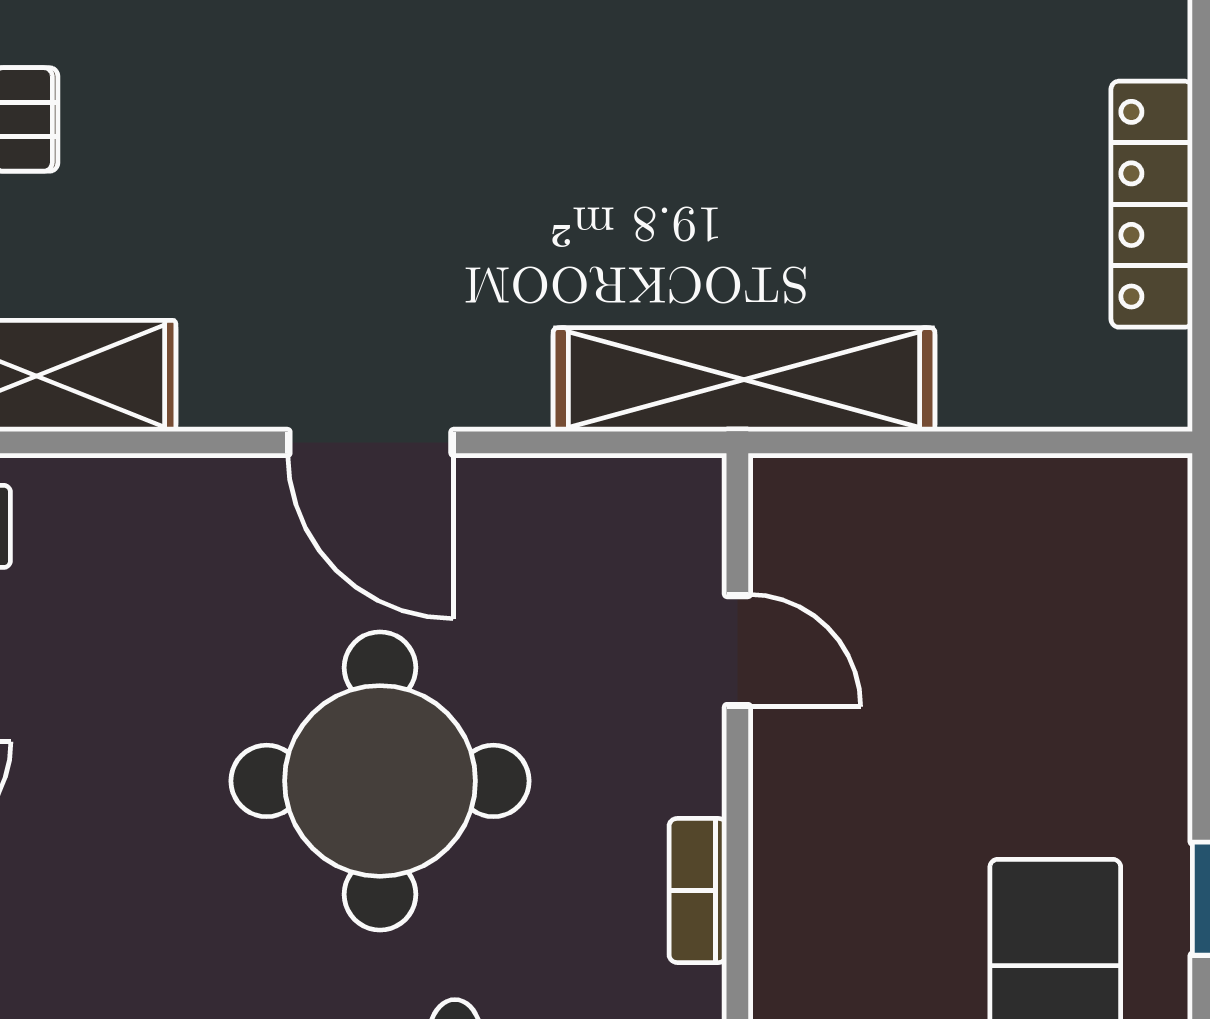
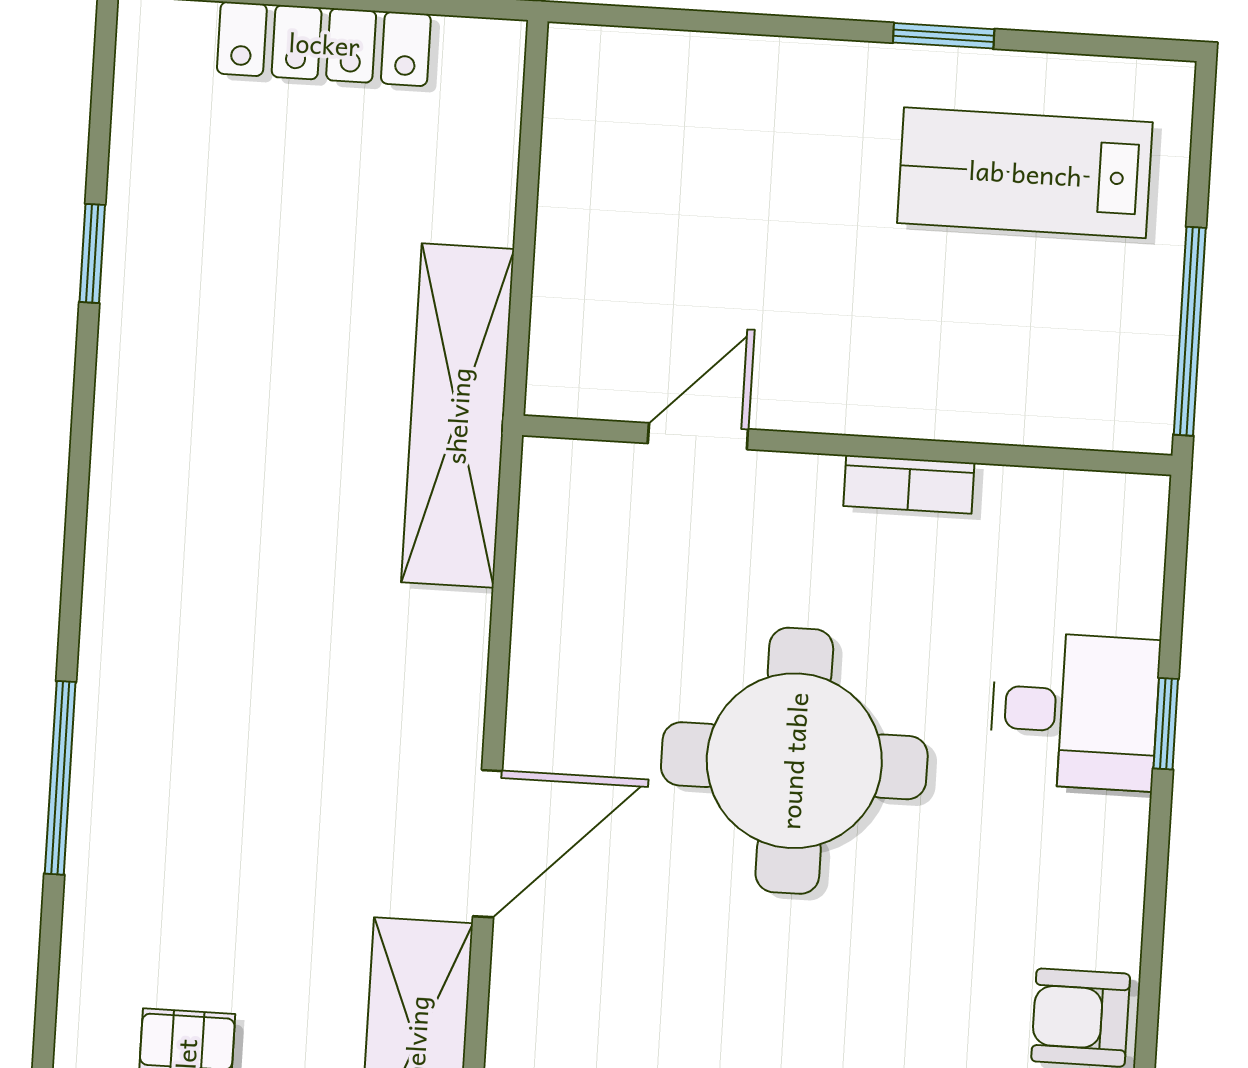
door: (370, 442) -> (487, 844), moved

